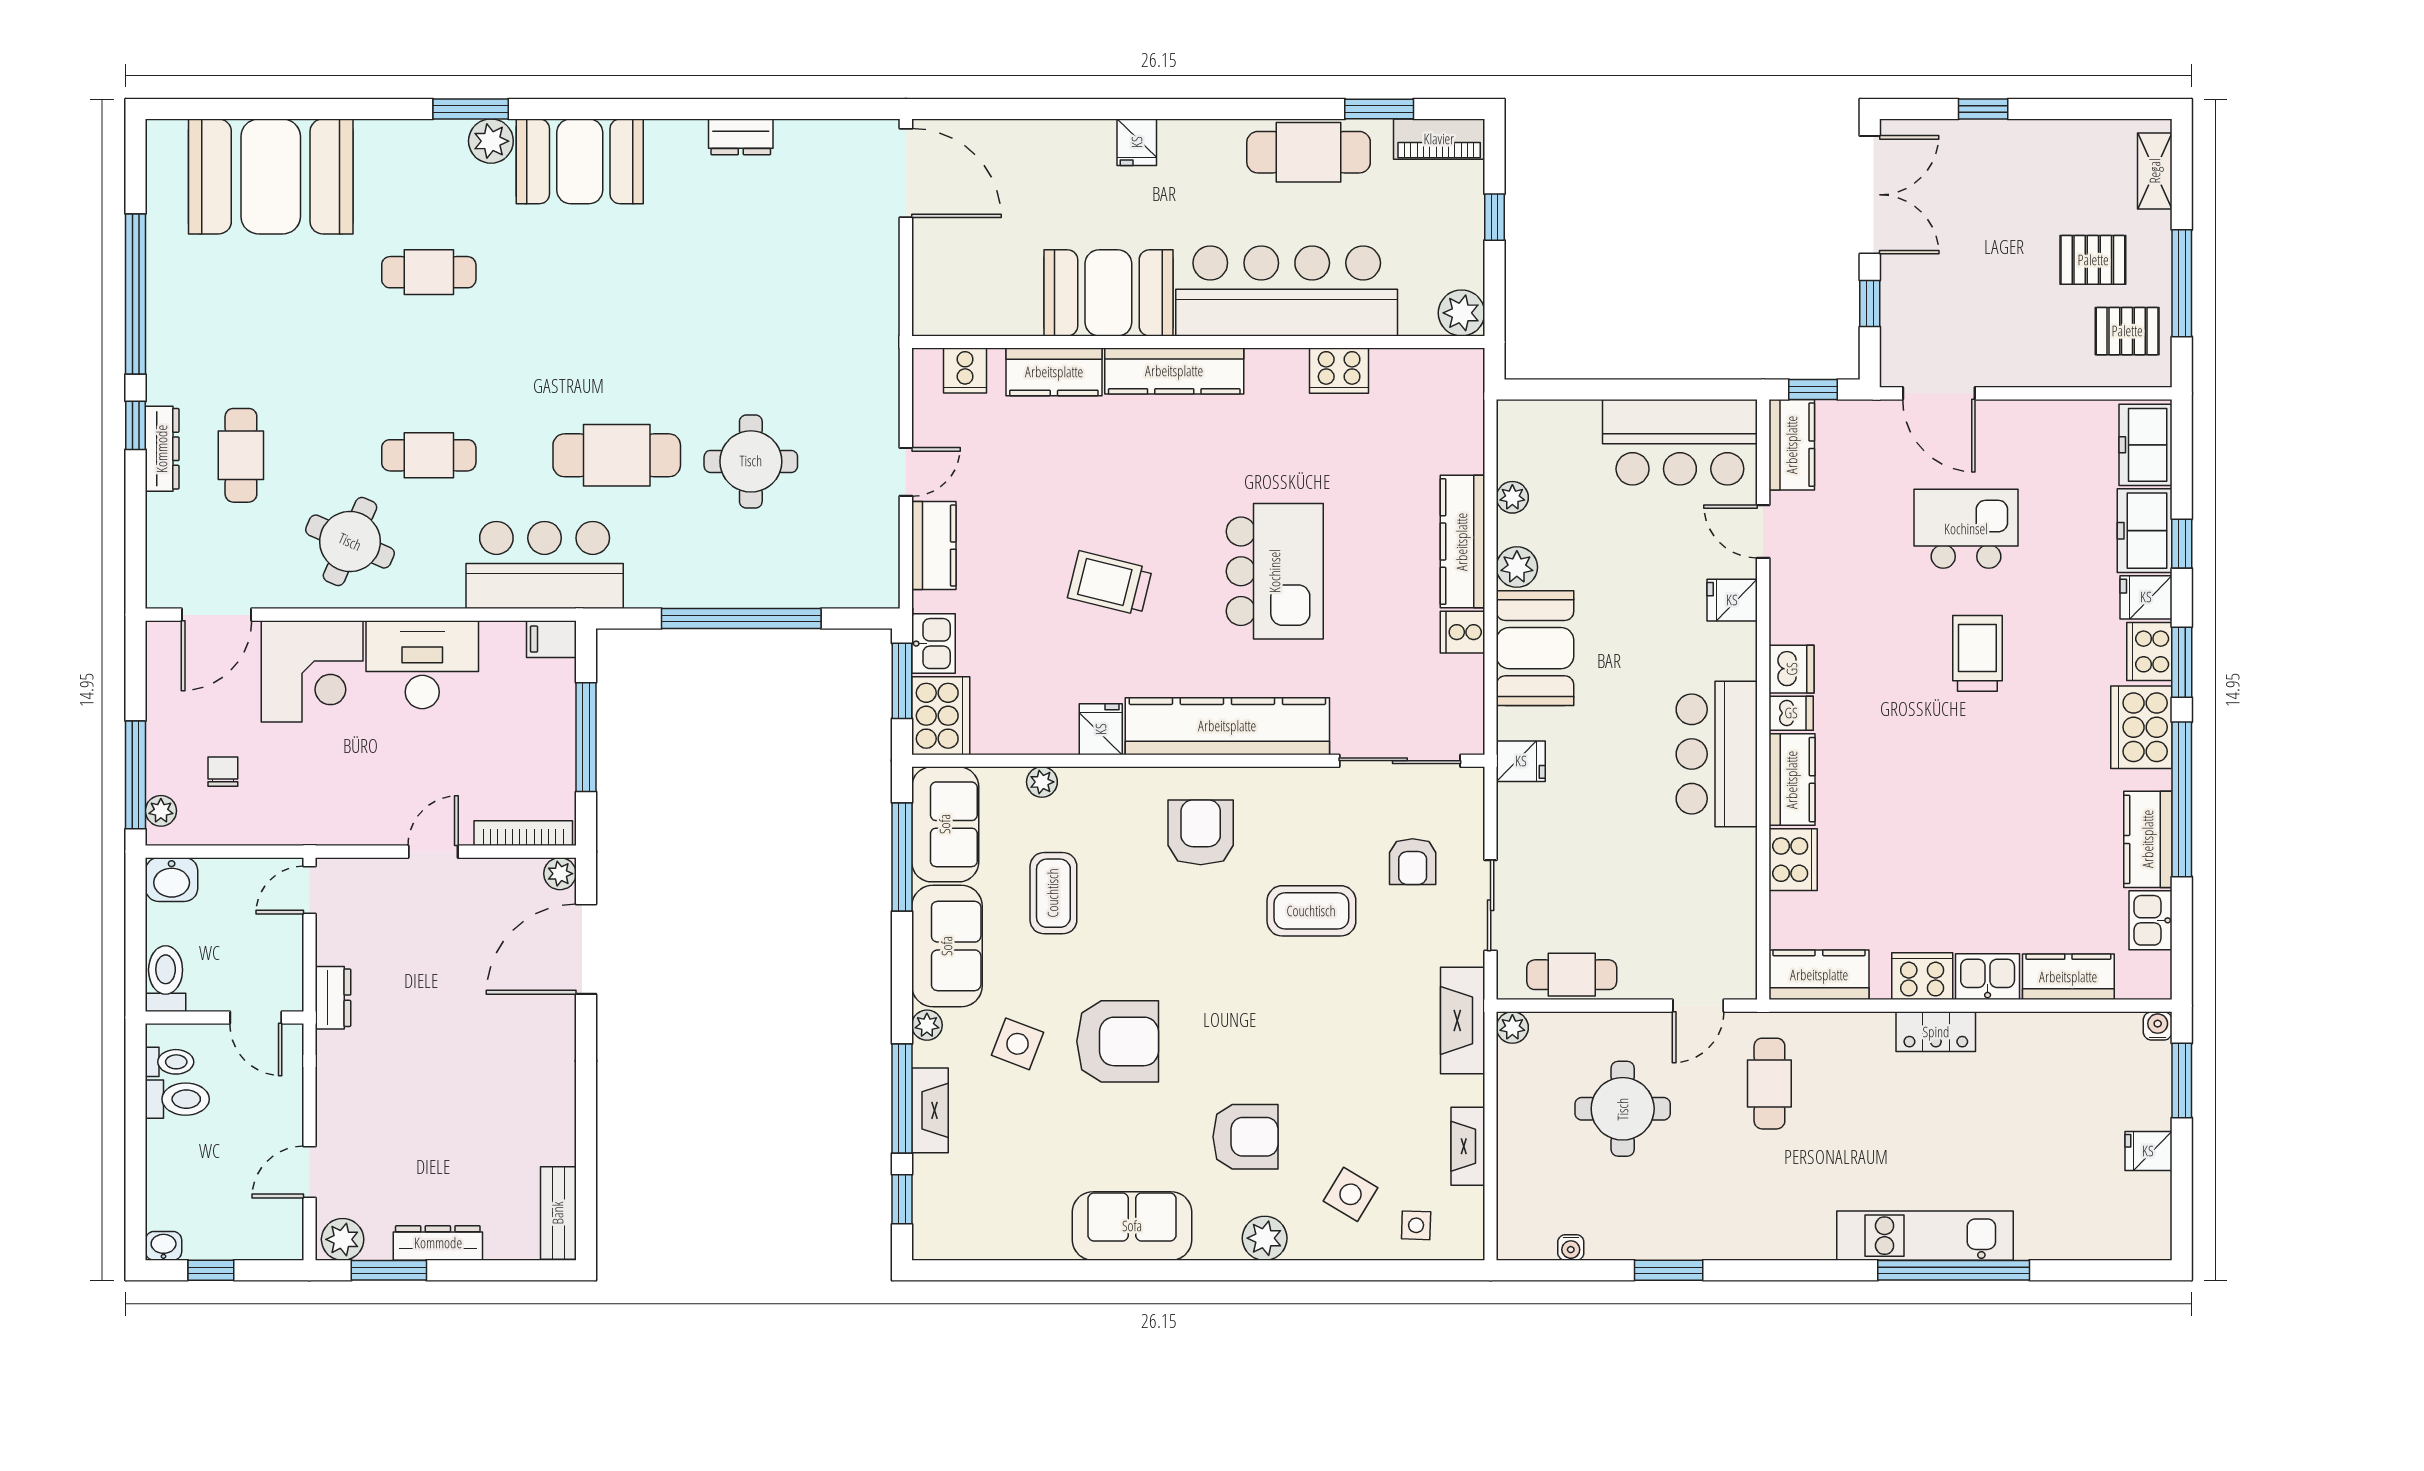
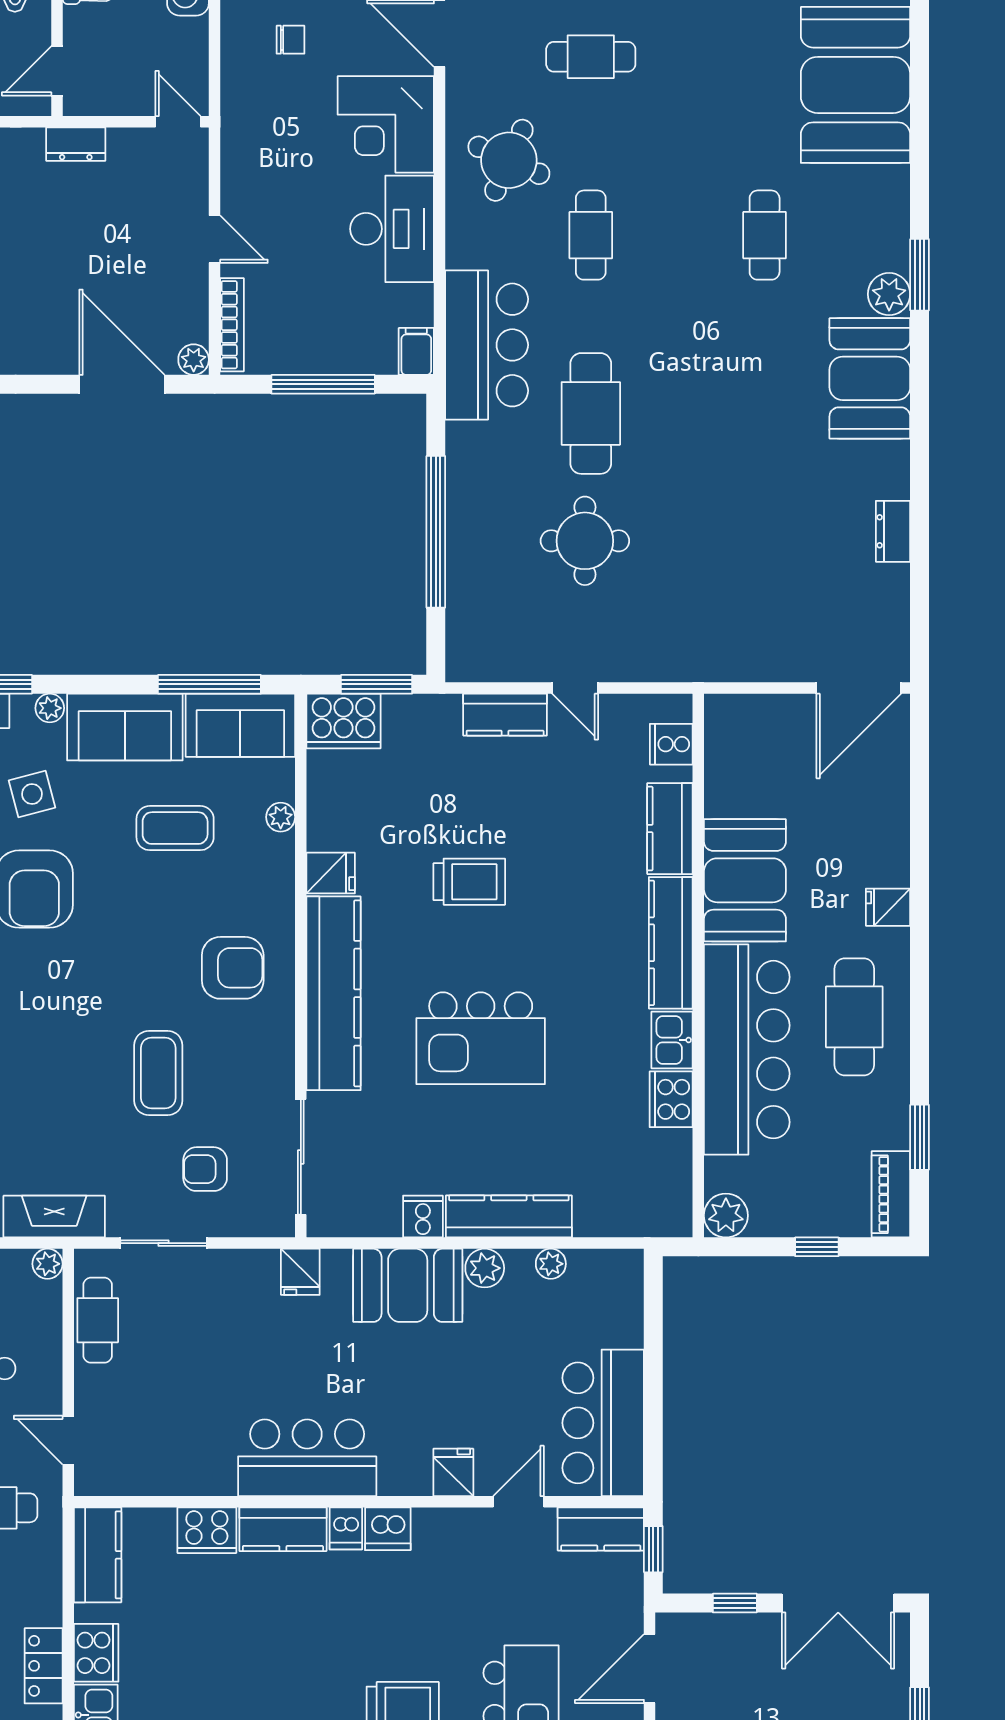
cafe table: (1309, 152) -> (854, 1017), moved
trolley: (1110, 583) -> (469, 882), turned 76
kitchen sink: (934, 644) -> (672, 1040), moved, turned 90
side table: (1018, 1044) -> (32, 794), turned -36

